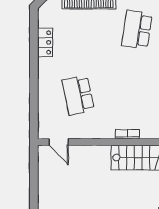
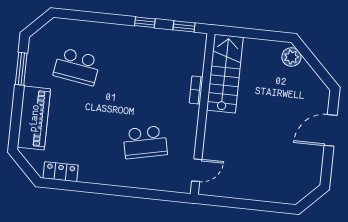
locker: (45, 42) -> (61, 172), moved

